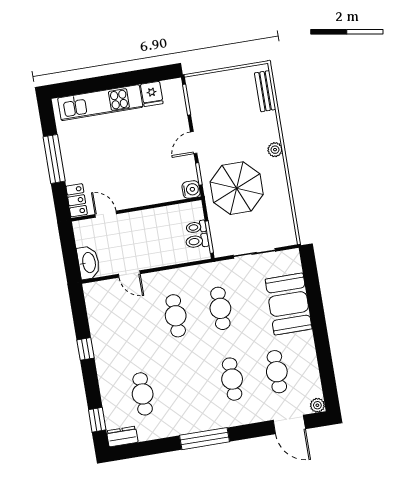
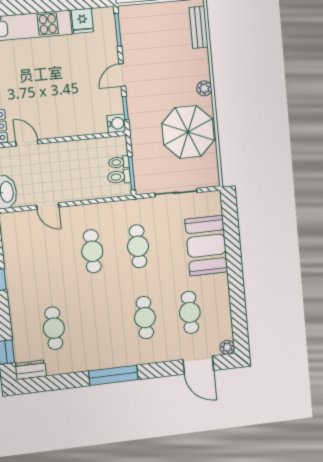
parasol: (237, 188) -> (188, 132), moved

